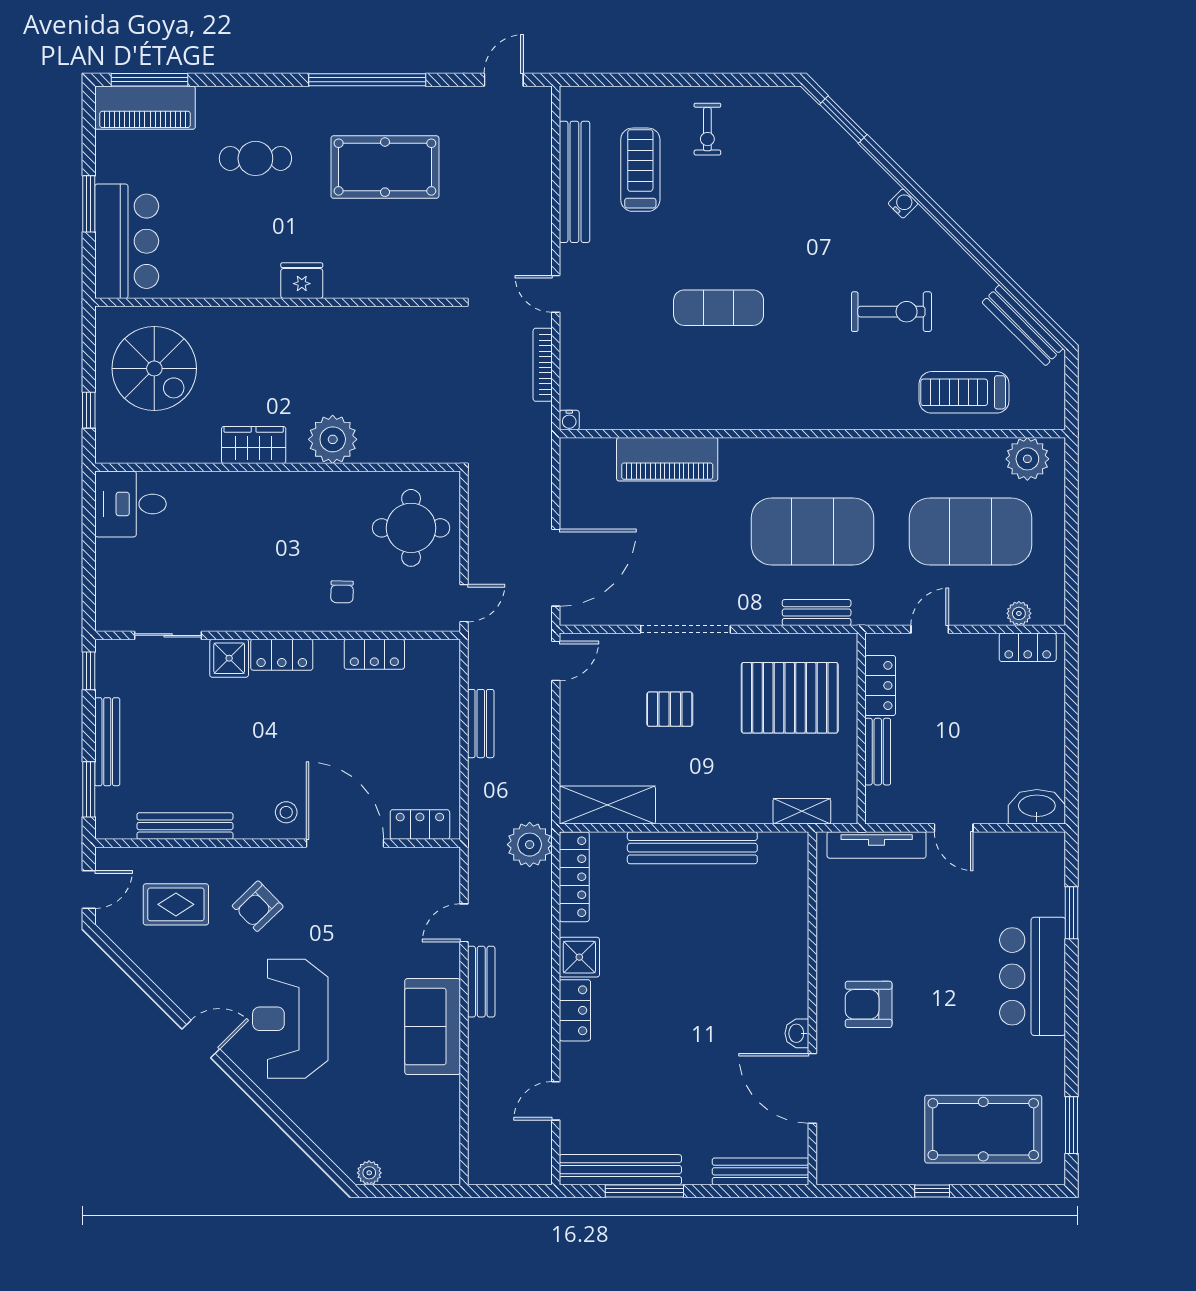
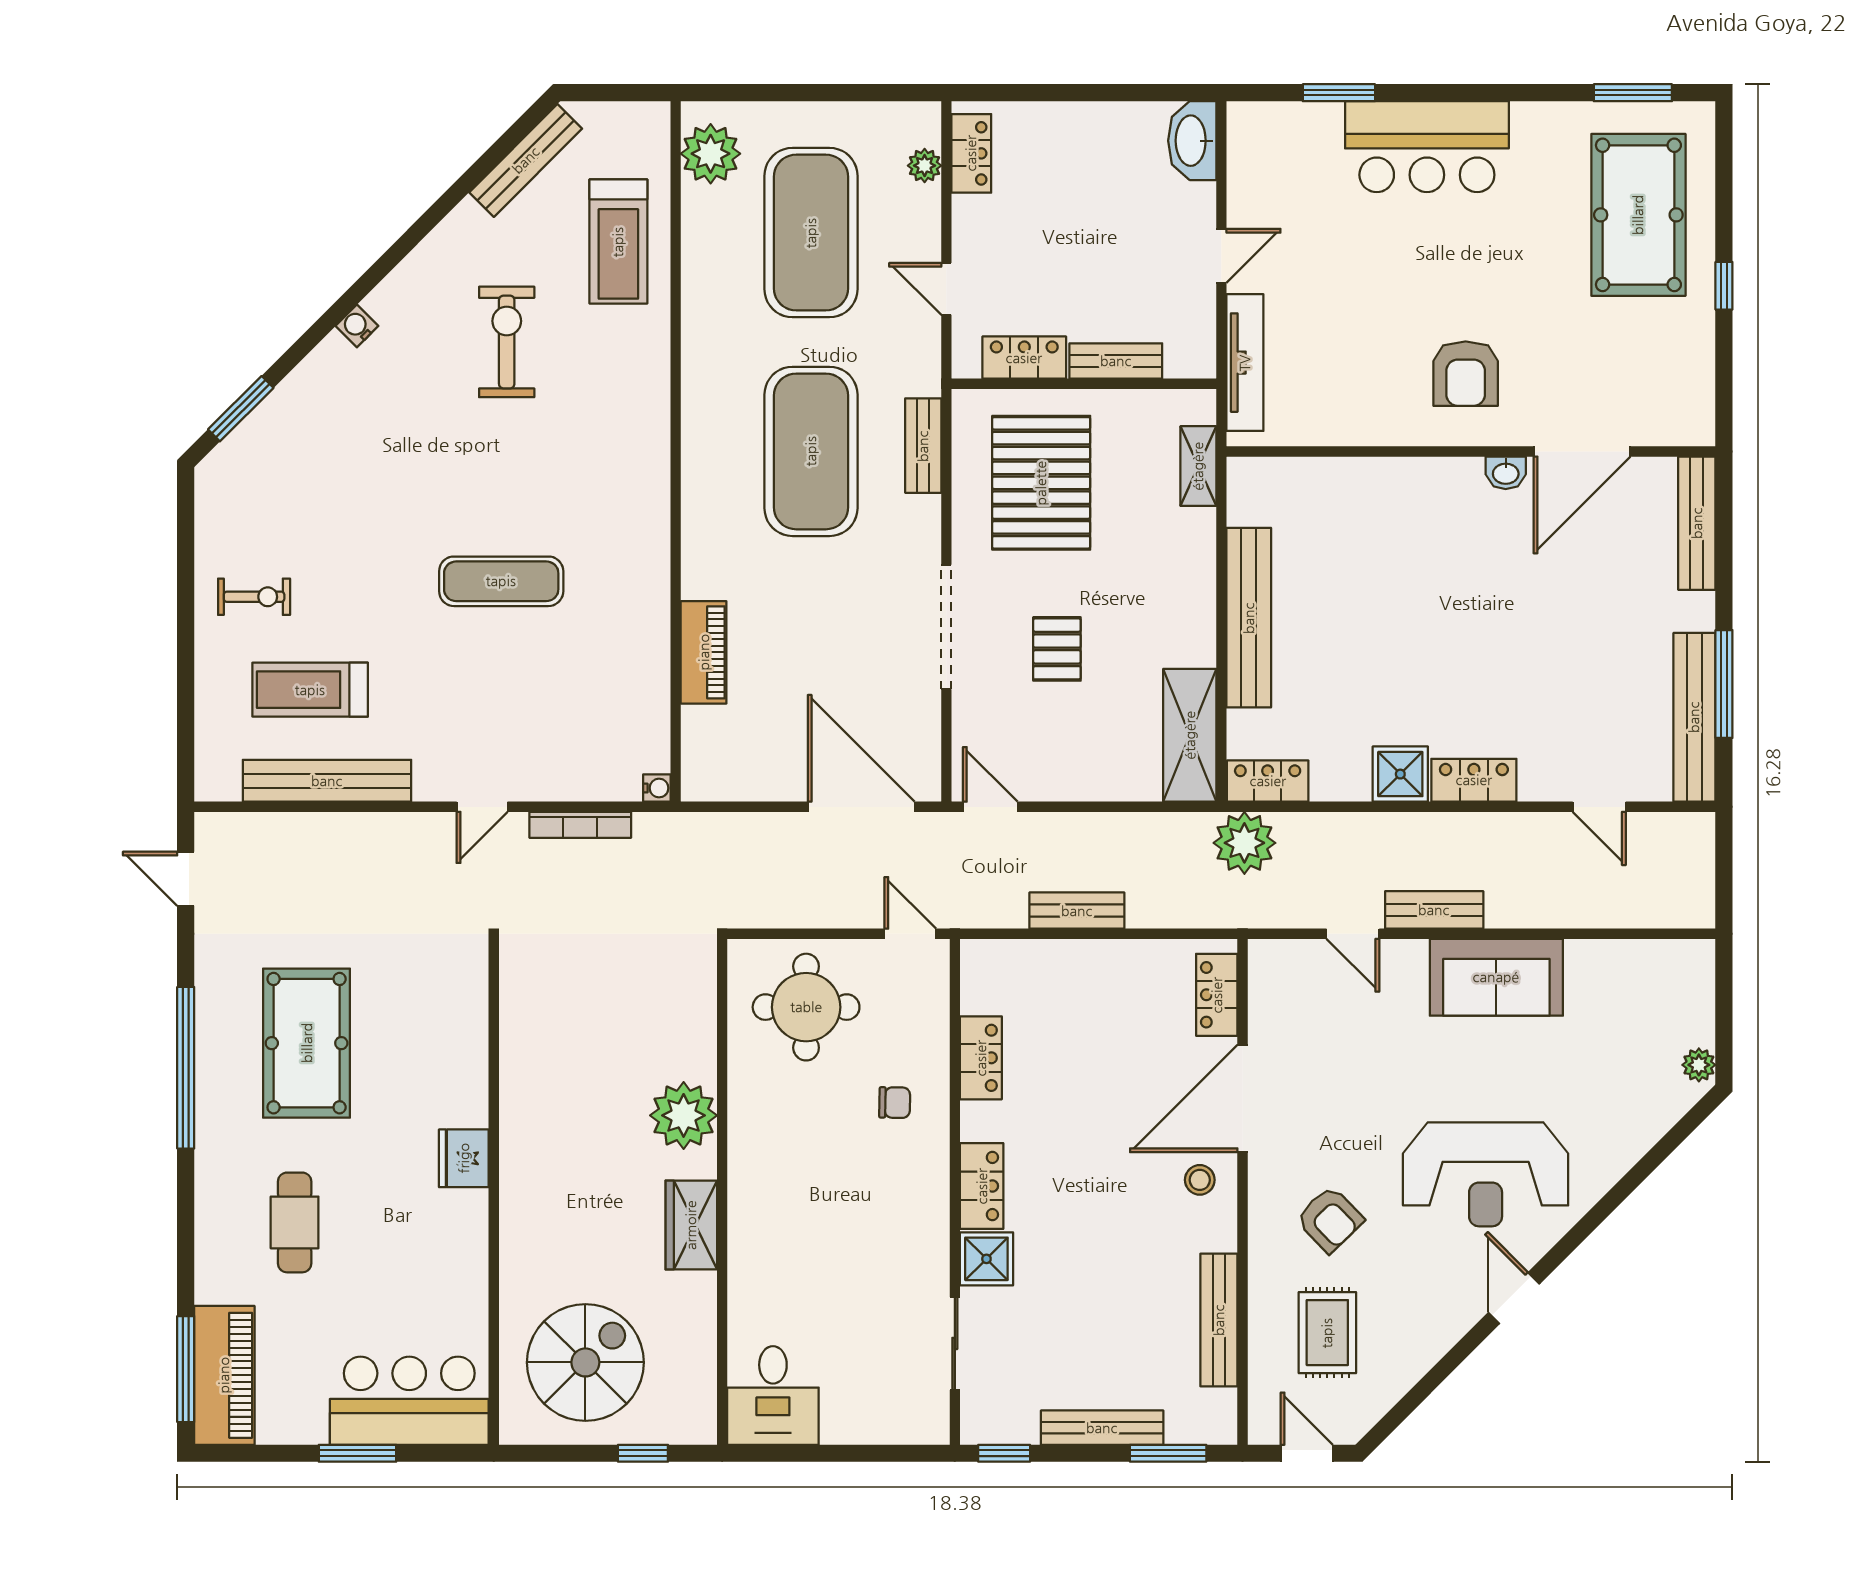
exercise mat: (719, 308) -> (501, 581), turned 90
piano: (667, 459) -> (704, 652), width x0.73, depth x0.75
locker: (574, 877) -> (1268, 781), width x0.66

